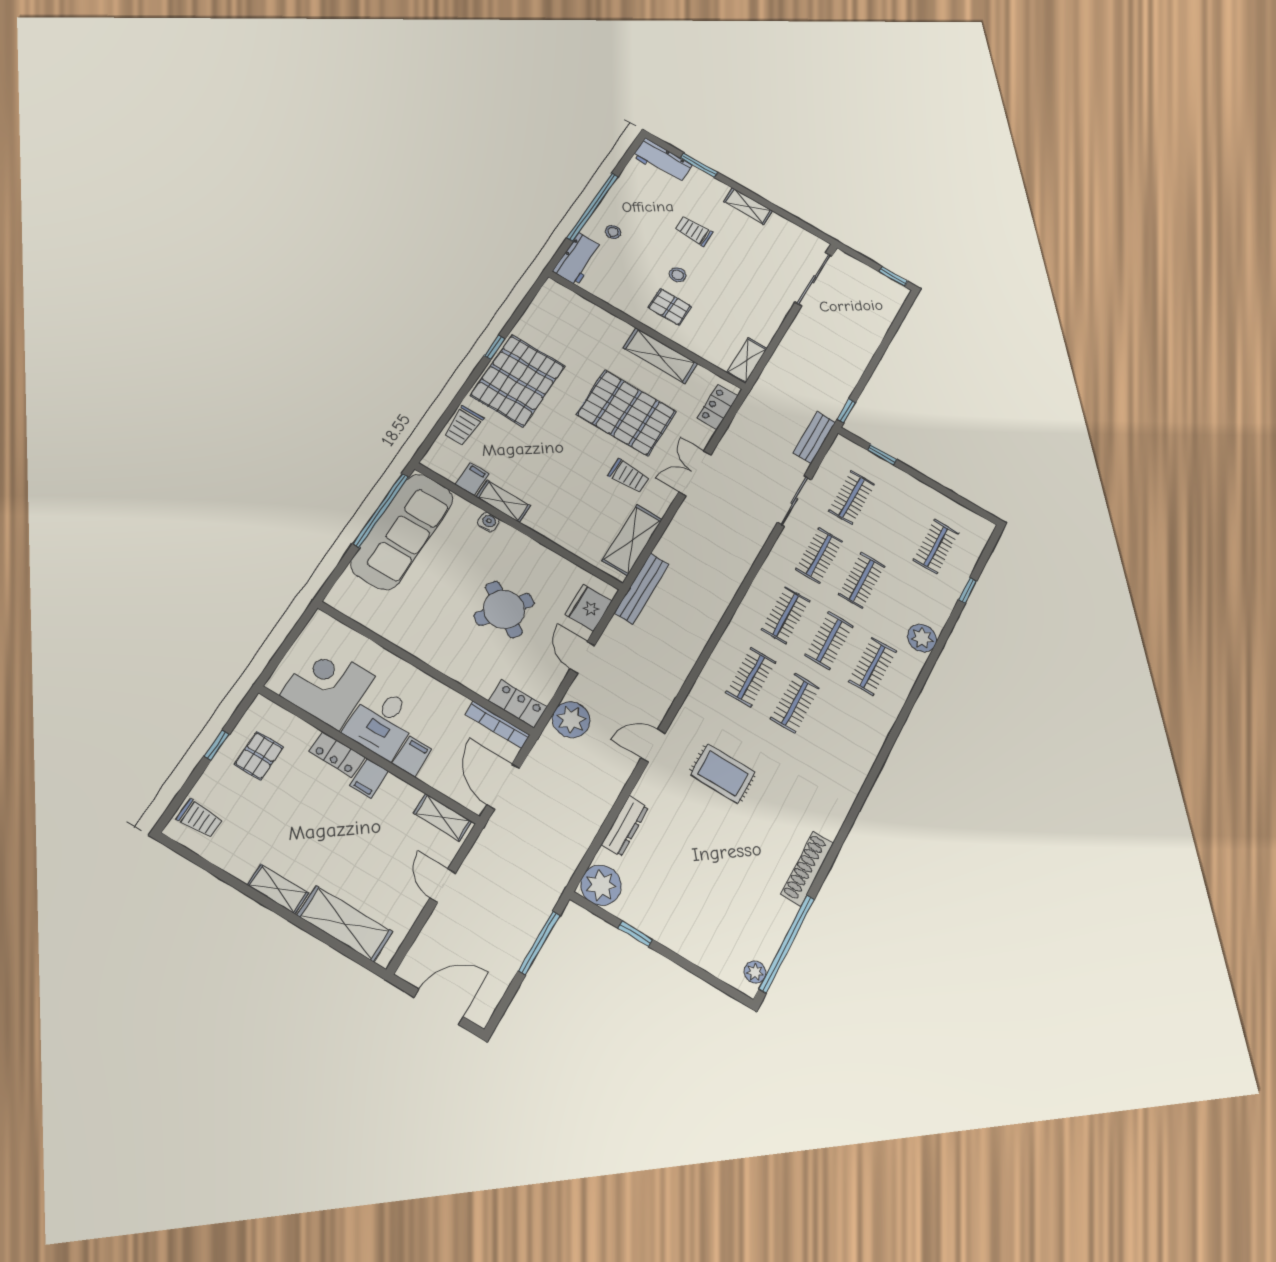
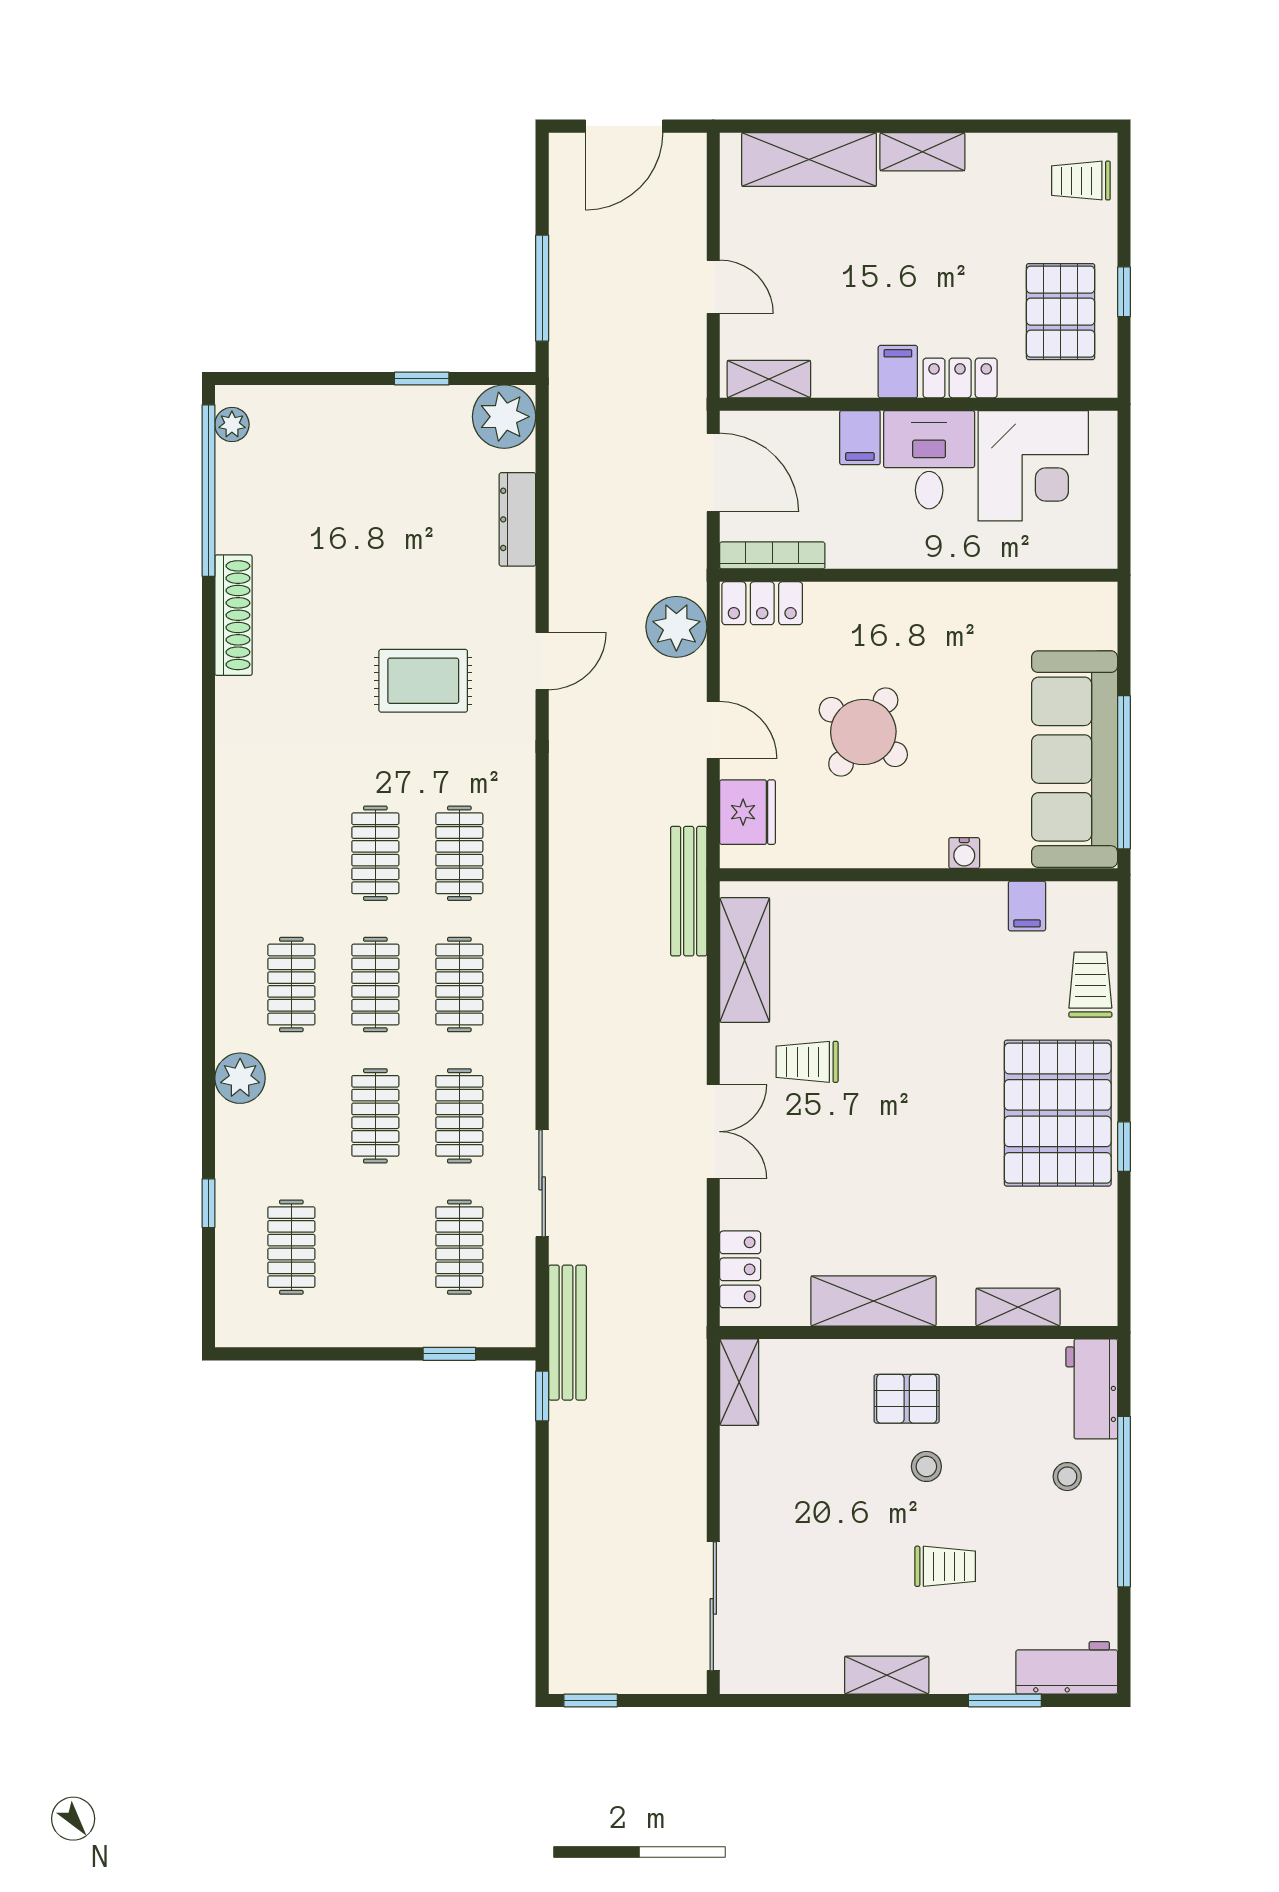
pallet: (626, 413) -> (869, 1166), removed
bench: (814, 437) -> (567, 1333), width x1.36
shelving: (503, 501) -> (1018, 1307), moved
pallet: (259, 756) -> (1061, 312), width x1.50, depth x1.42

